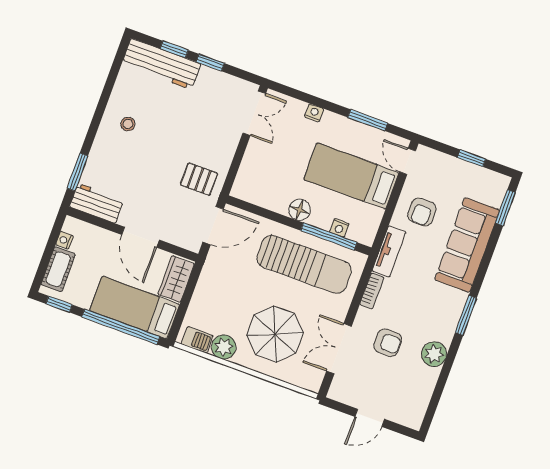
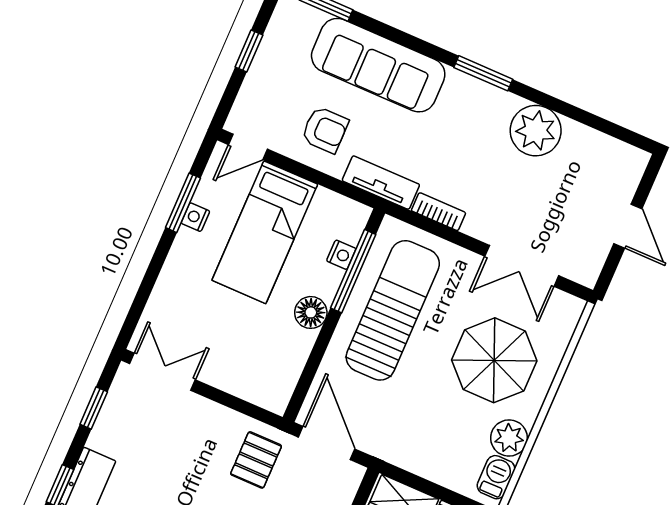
window: (210, 63) -> (94, 408), moved
nightstand: (314, 113) -> (195, 217), moved
armchair: (388, 343) -> (517, 193), removed
plant: (434, 354) -> (536, 131), width x1.36, depth x1.36

